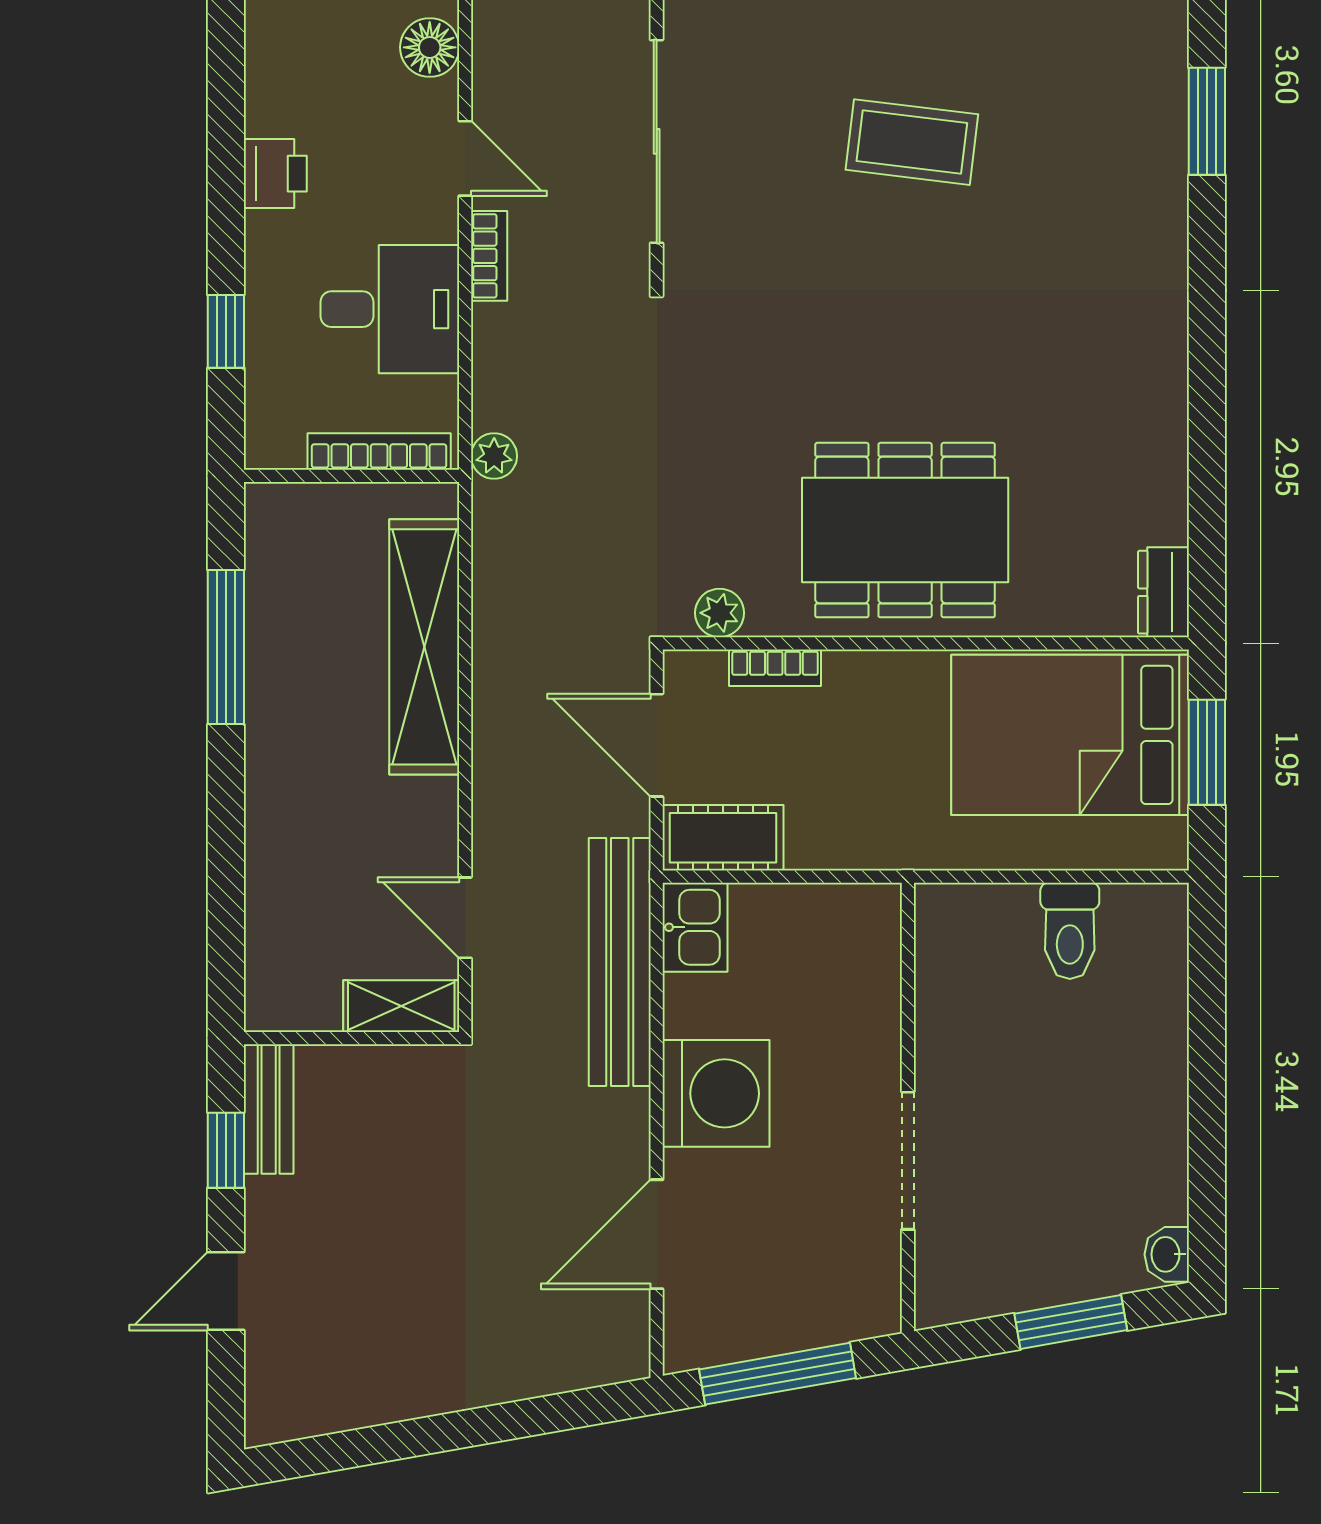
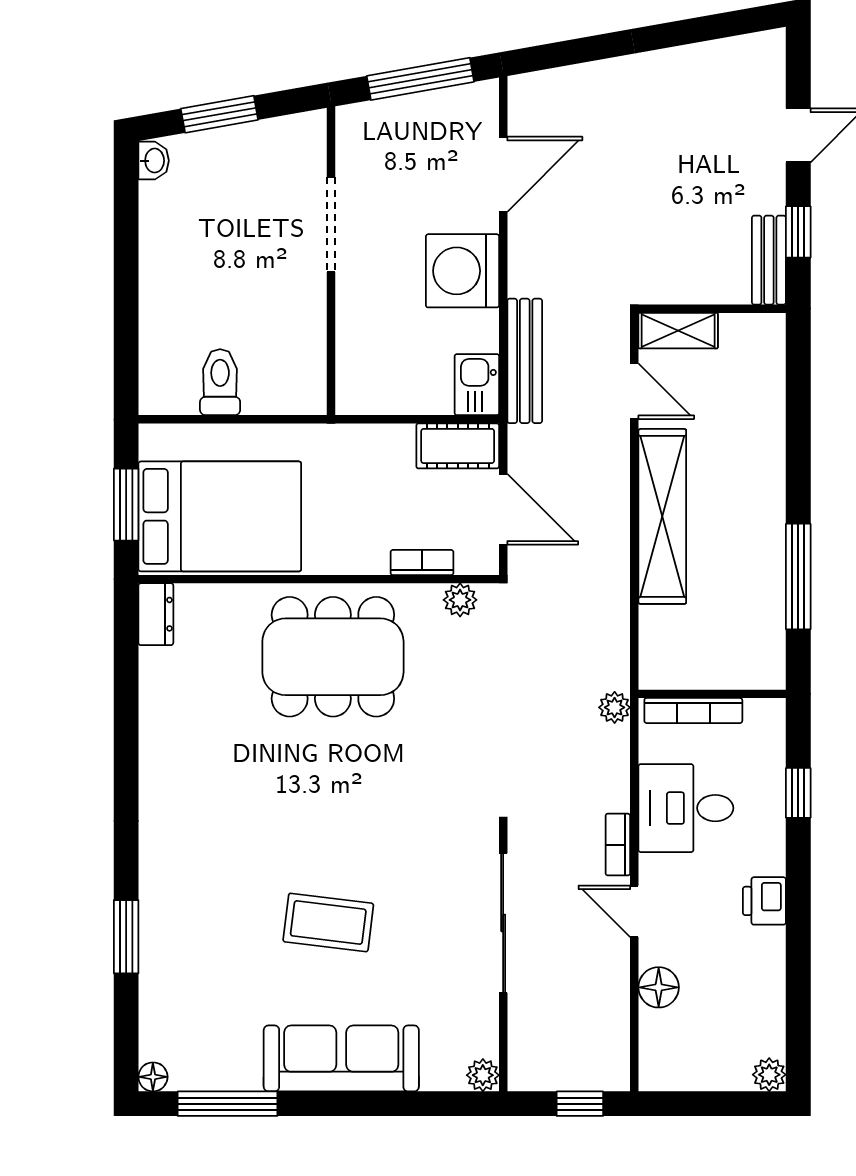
shelving: (424, 647) -> (662, 516), moved
bench: (620, 962) -> (525, 361), width x0.73, depth x0.82

